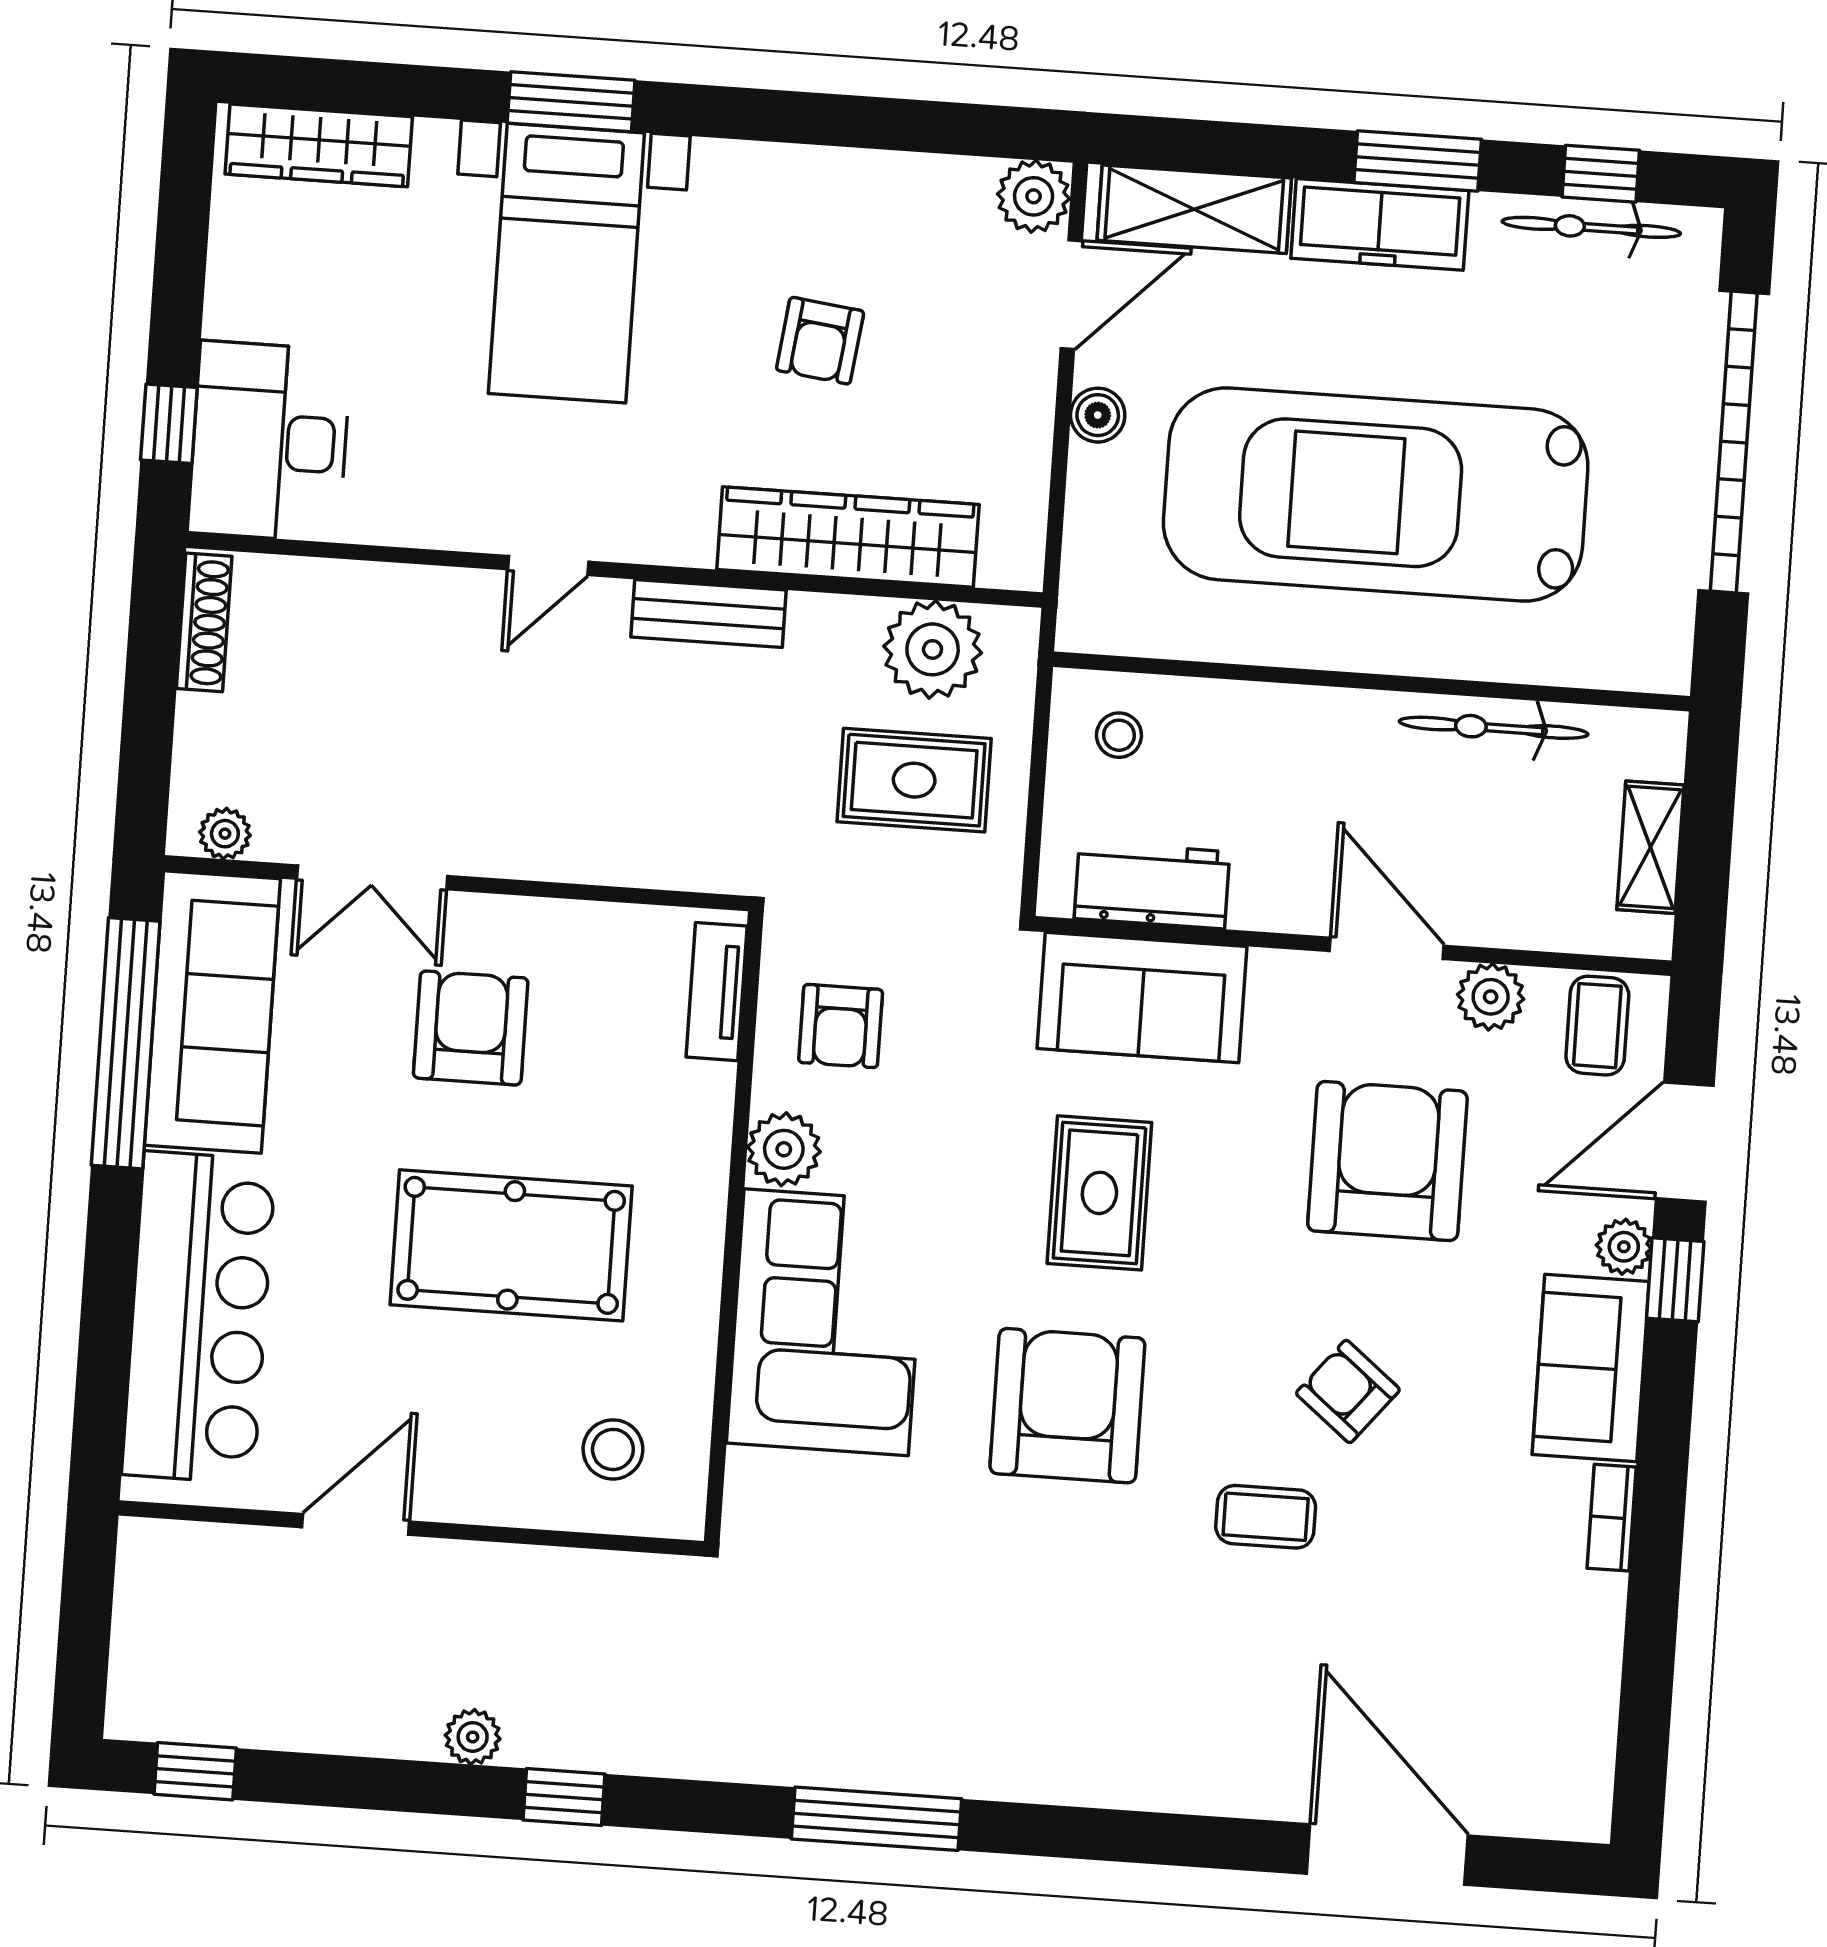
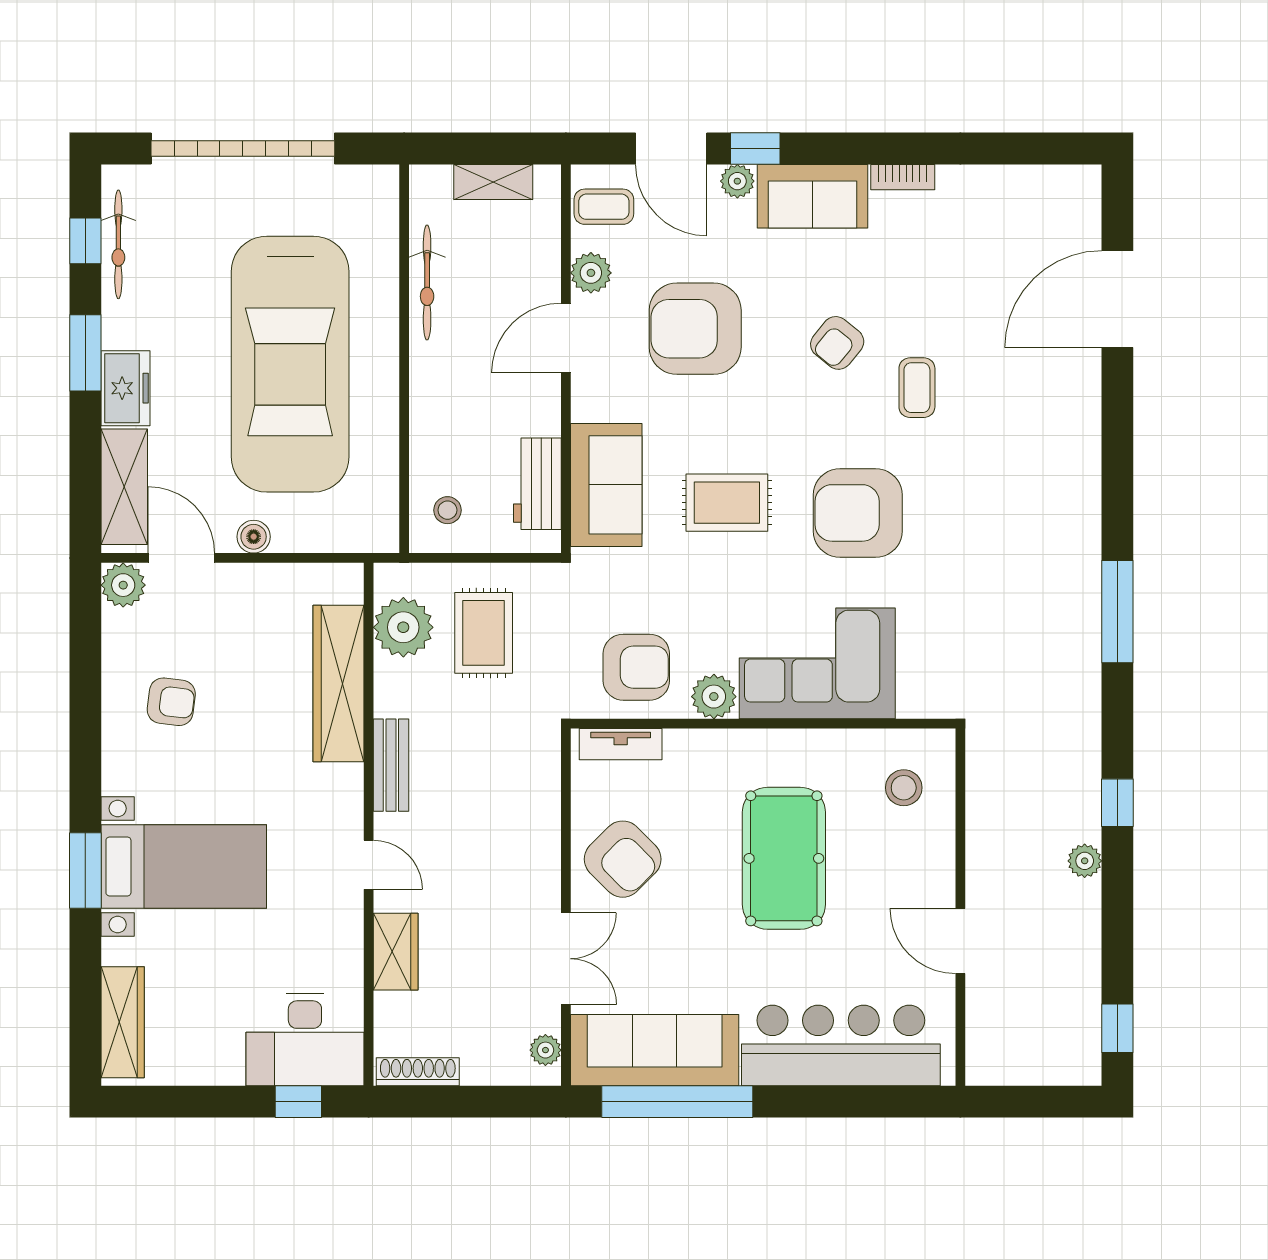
freezer: (1380, 224) -> (126, 388), width x0.71
armchair: (820, 341) -> (171, 702), moved
wardrobe: (403, 600) -> (396, 952), added
armchair: (841, 1026) -> (636, 667), width x1.38, depth x1.38
armchair: (471, 1028) -> (623, 859), moved, turned -135

